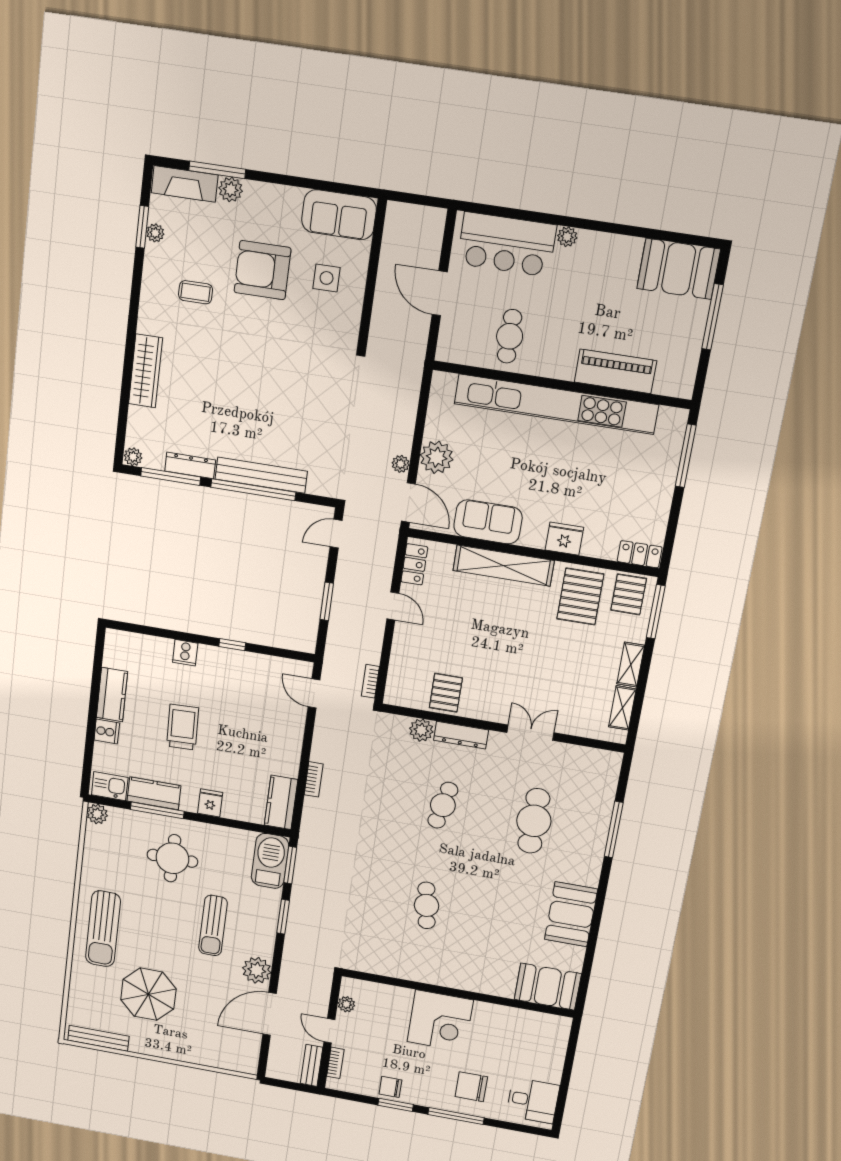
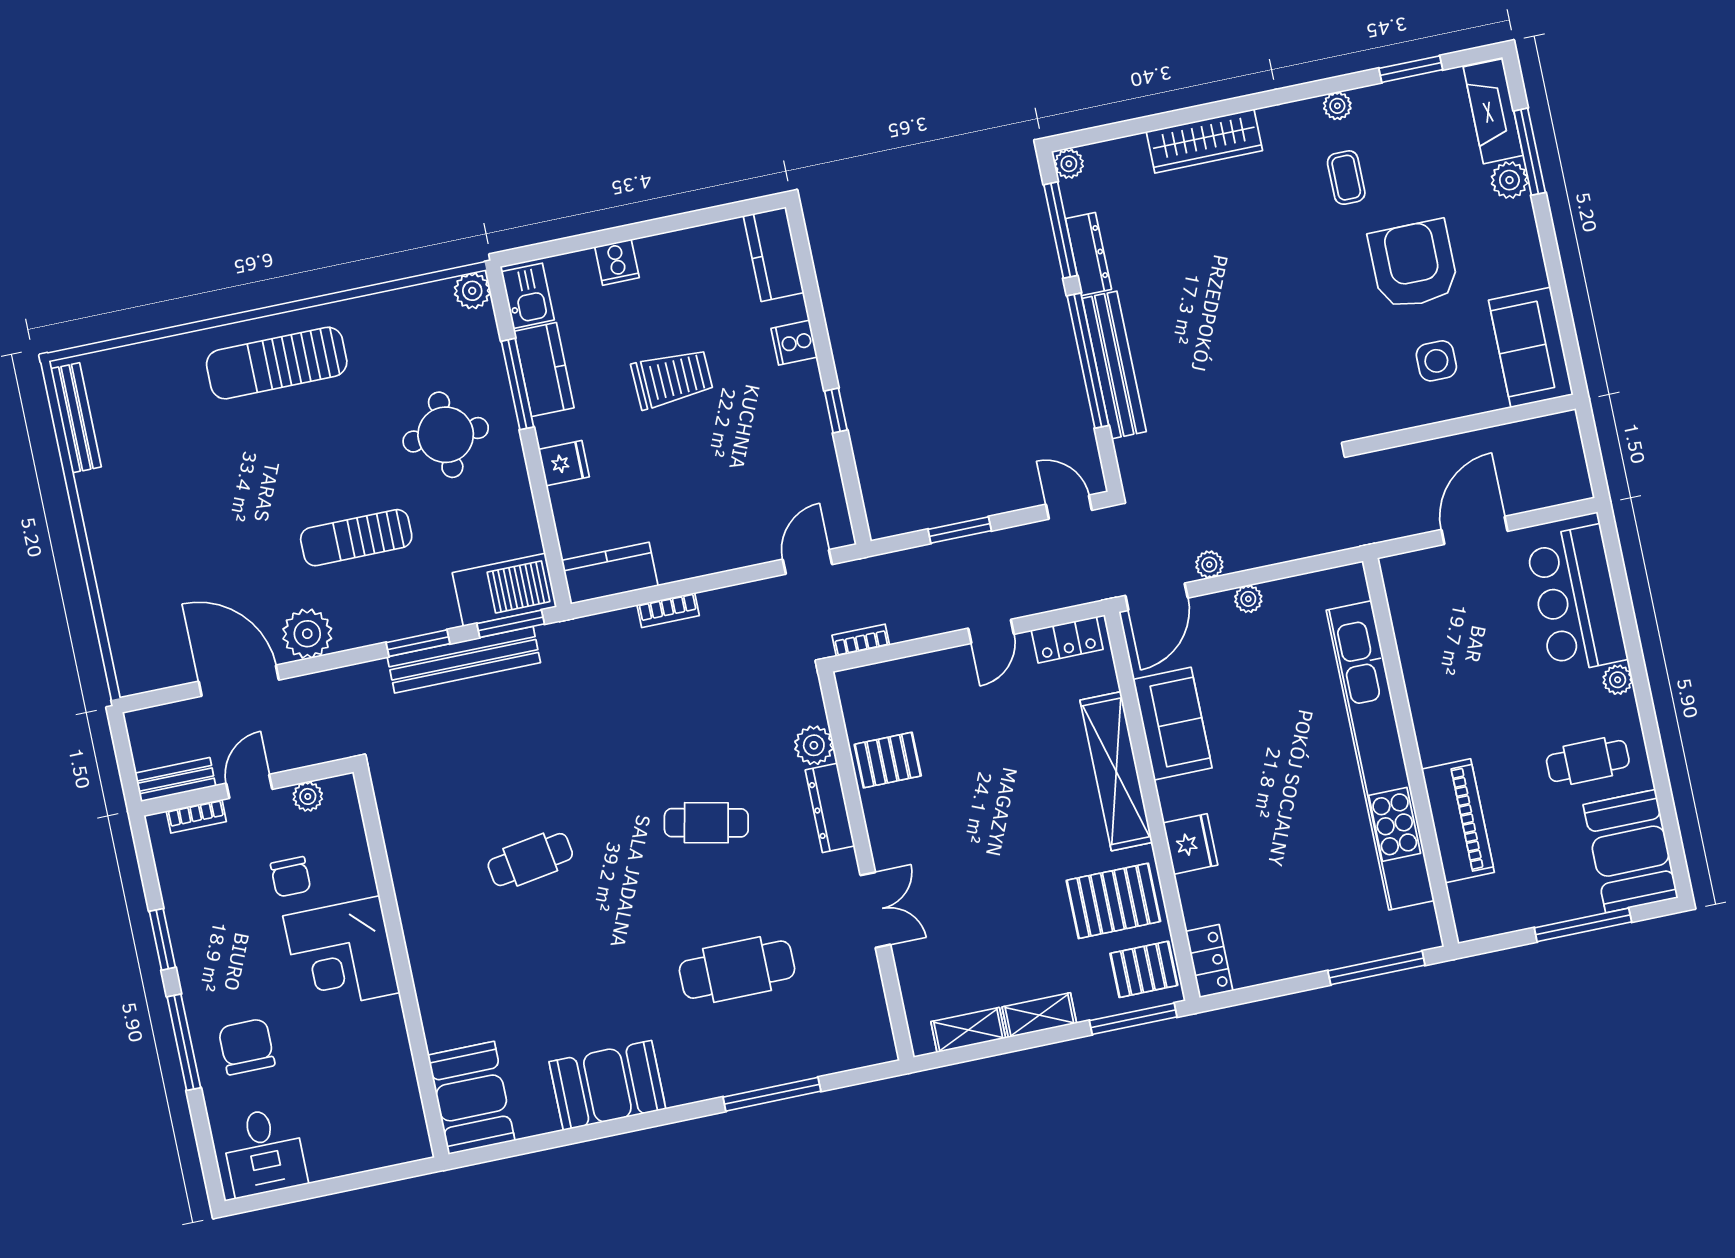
plant: (155, 233) -> (1337, 106), moved
cafe table: (510, 336) -> (1588, 761), moved
plant: (437, 457) -> (1248, 599), width x0.53, depth x0.53
kitchen counter: (112, 695) -> (774, 254), moved, turned 90
bench: (301, 897) -> (464, 660), added
parasol: (148, 994) -> (191, 474), removed
chair: (390, 1087) -> (291, 877), moved, turned 180

